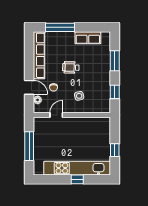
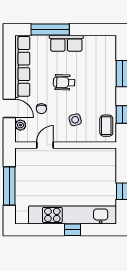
row of seats: (88, 38) -> (66, 43), moved
coffee table: (103, 100) -> (106, 126), added

